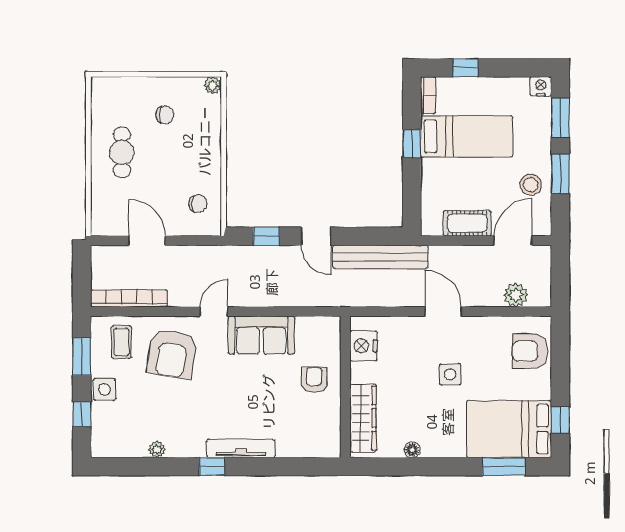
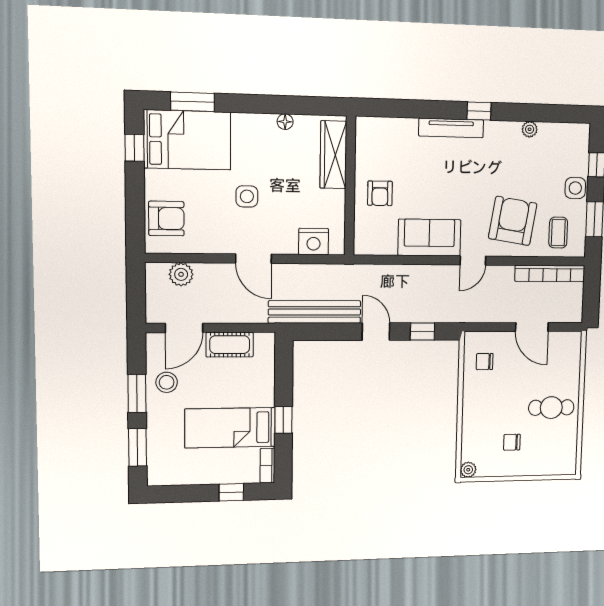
nightstand: (541, 86) -> (157, 477), removed
cafe table: (122, 152) -> (551, 408), turned 90
nightstand: (363, 346) -> (314, 242), moved, turned 90

